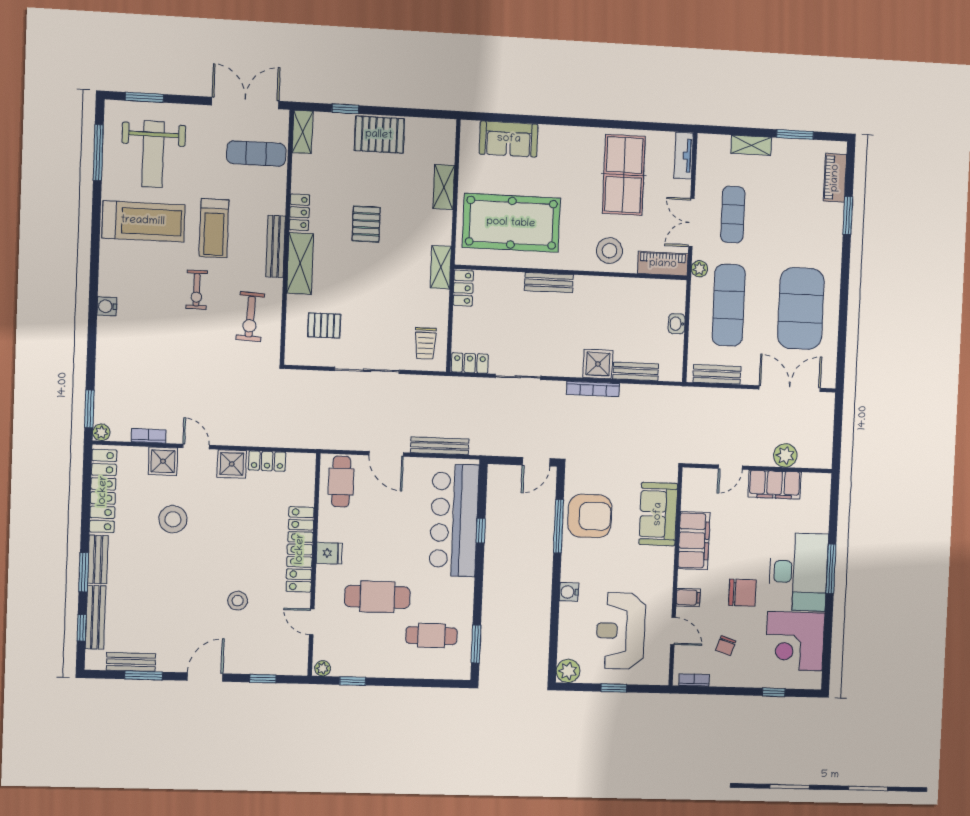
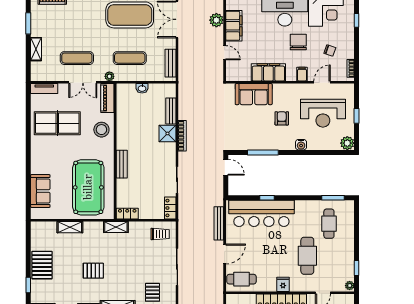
exercise mat: (729, 305) -> (130, 58), width x0.73, depth x0.69
armchair: (590, 516) -> (282, 118), moved, width x0.53, depth x0.53

